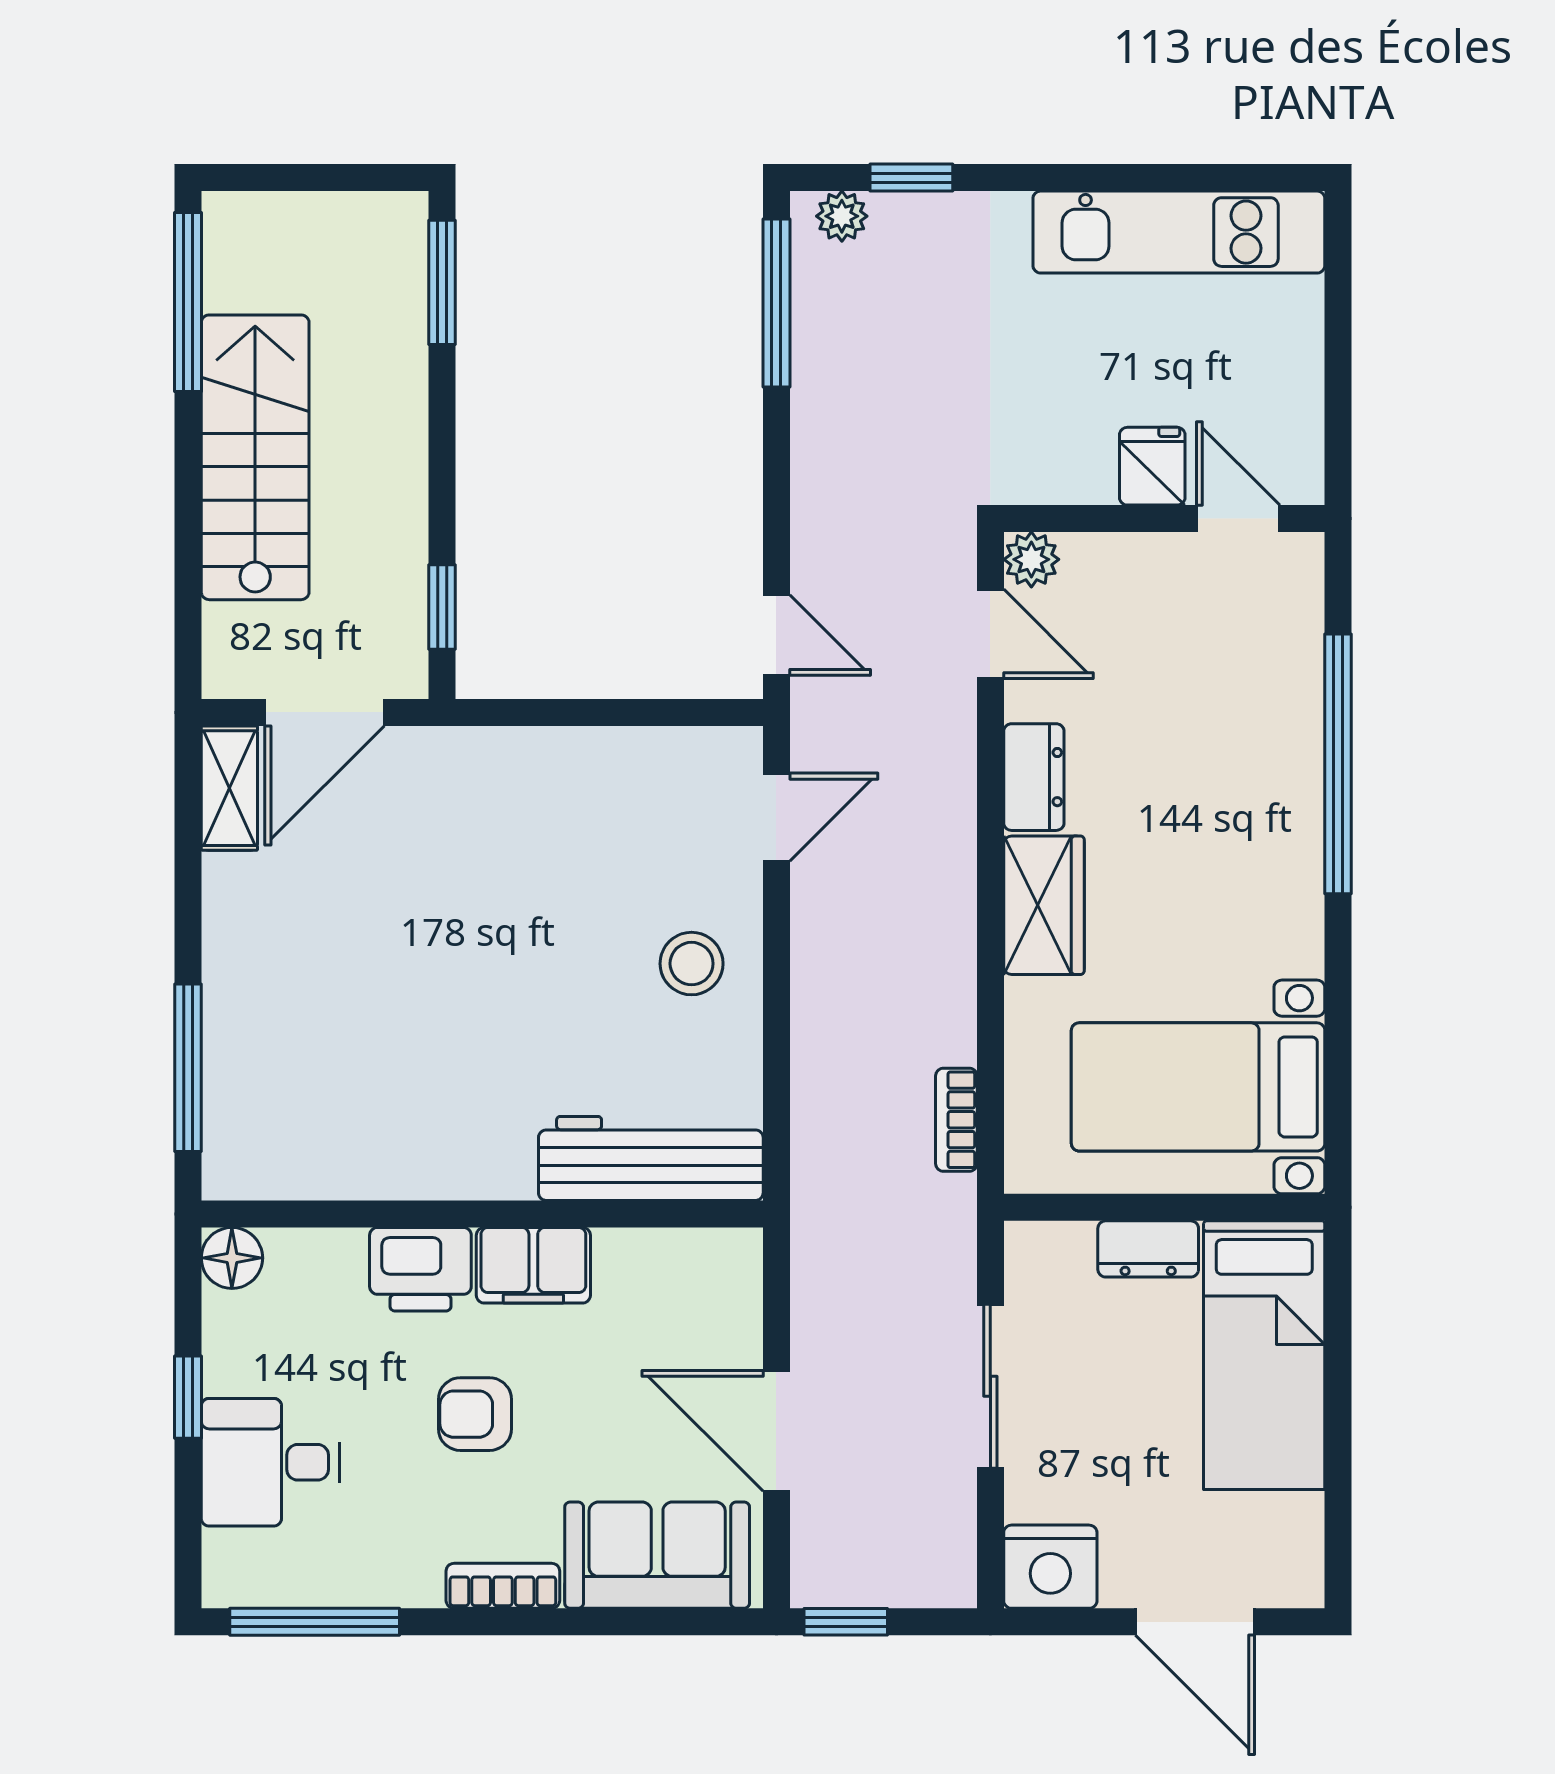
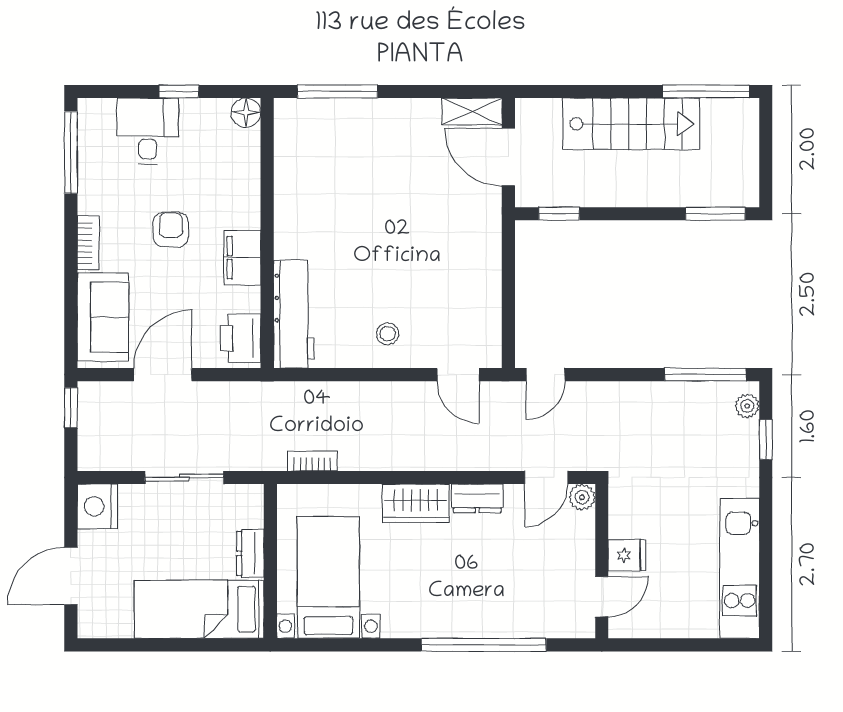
stool: (692, 964) -> (388, 334), width x0.73, depth x0.73
printer: (420, 1269) -> (241, 338), moved

